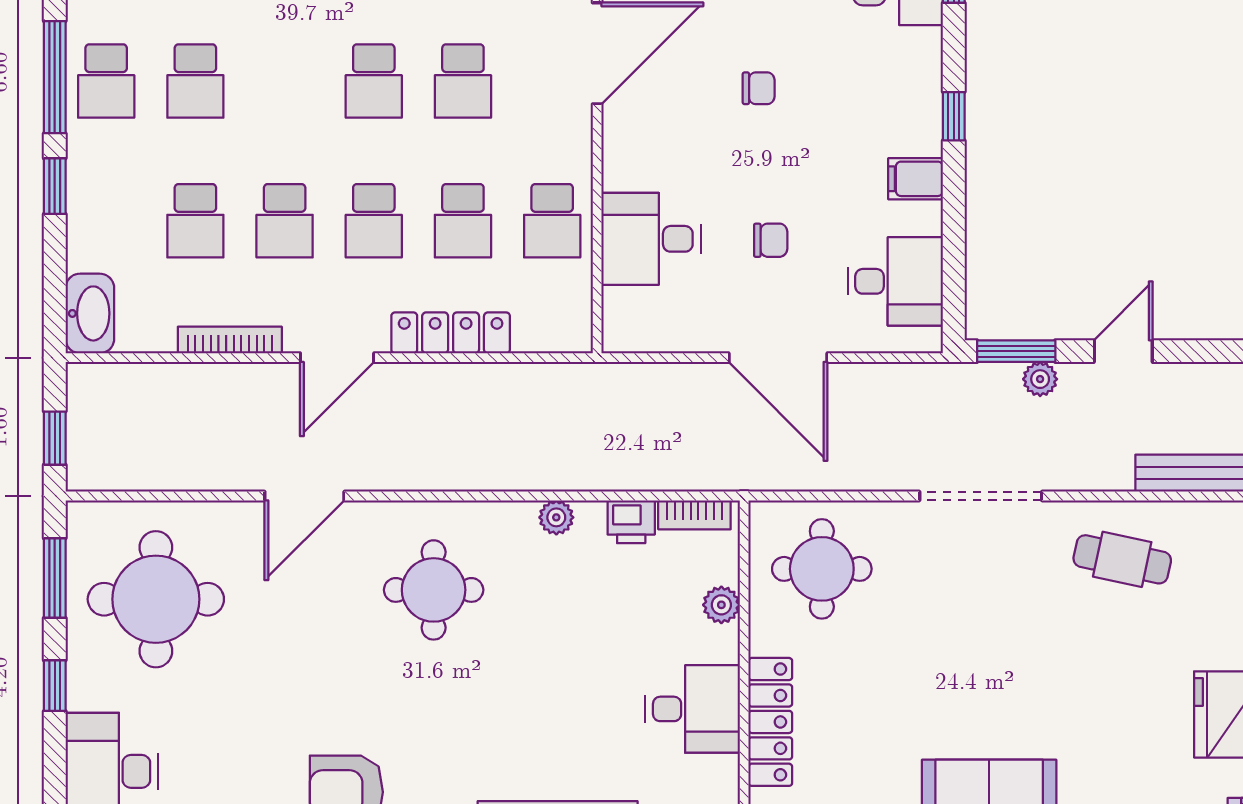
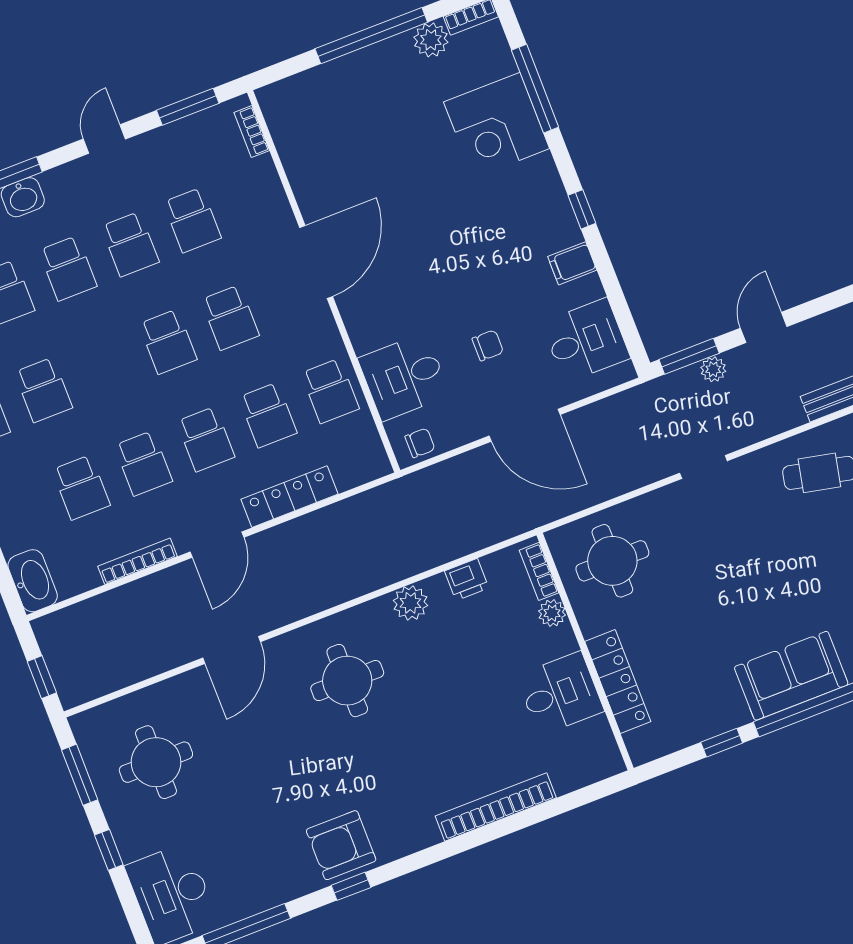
chair: (759, 88) -> (420, 443), moved
doorway: (981, 496) -> (703, 467), width x0.53
bookcase: (694, 515) -> (539, 571), moved, turned 90
plant: (556, 517) -> (410, 603), width x1.38, depth x1.38
round table: (156, 599) -> (156, 762), width x0.73, depth x0.73

